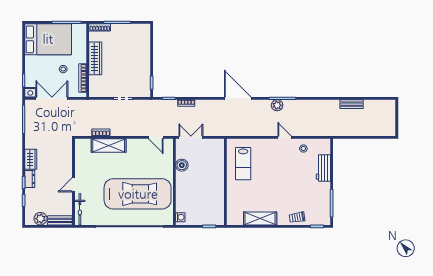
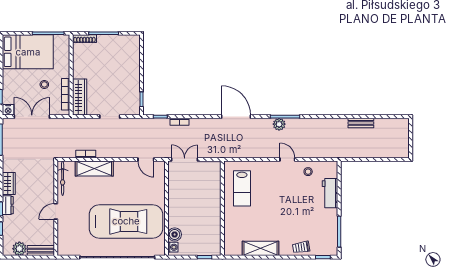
wardrobe: (95, 58) -> (80, 97), moved
boiler: (182, 165) -> (175, 234), moved
bicycle: (80, 209) -> (63, 178), moved

